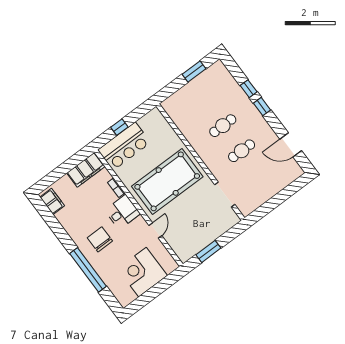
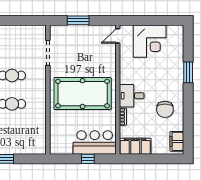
door: (155, 230) -> (118, 36), moved
chair: (100, 239) -> (165, 109), moved
window: (208, 251) -> (78, 20), moved
window: (88, 270) -> (188, 72), width x0.47

